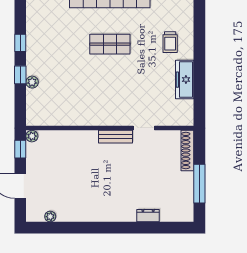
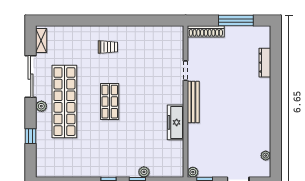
freezer: (185, 80) -> (175, 122), moved, turned 90
bench: (115, 137) -> (193, 102), width x1.36
dresser: (148, 216) -> (265, 63), width x1.44

